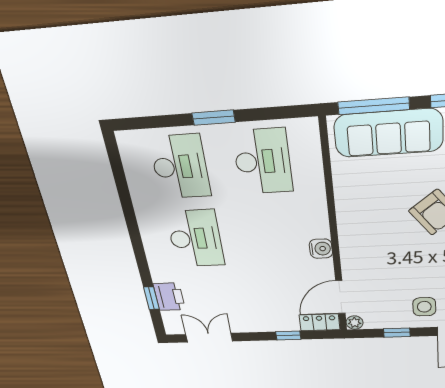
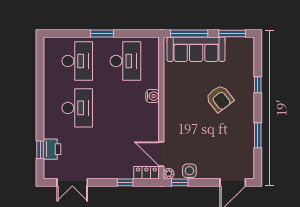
water cooler: (321, 249) -> (153, 96), moved
door: (340, 297) -> (161, 154), hinge flipped
side table: (424, 307) -> (189, 171), moved
window: (397, 333) -> (180, 182), moved
double door: (209, 338) -> (72, 182), swing flipped

